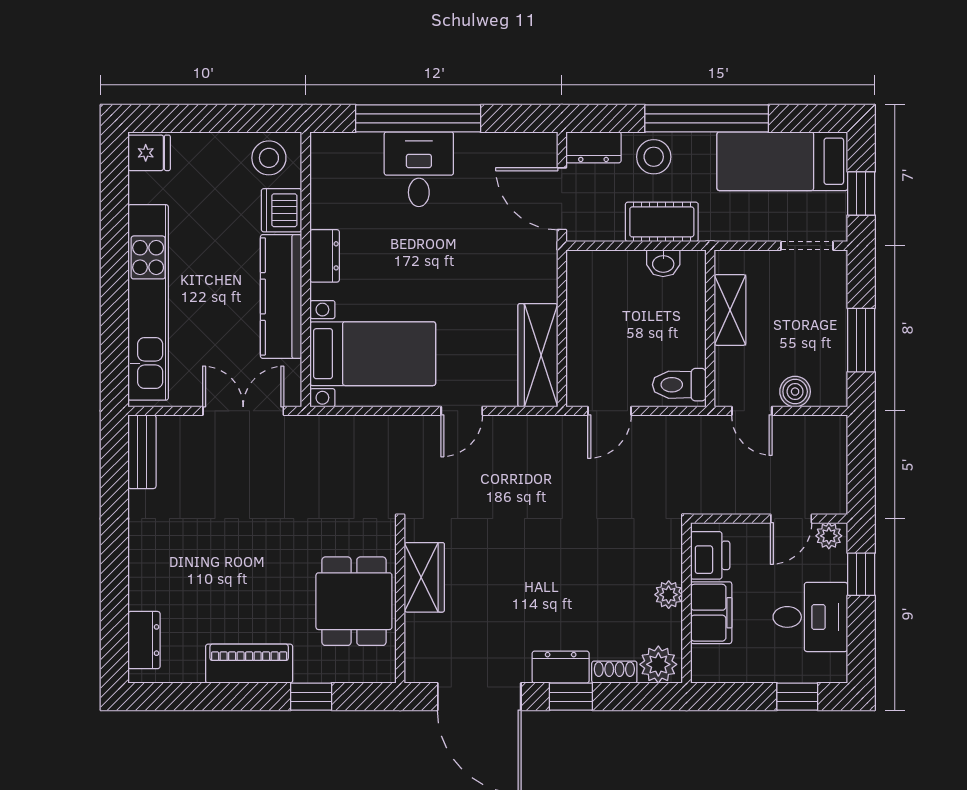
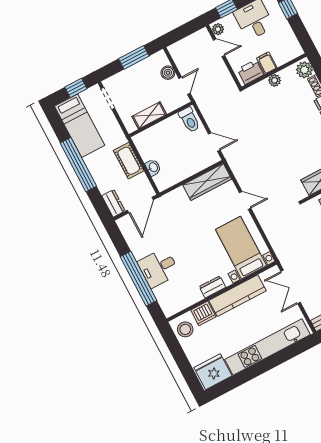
fridge: (149, 153) -> (213, 372), width x1.88, depth x1.34
stool: (654, 157) -> (105, 177), removed
washbasin: (663, 263) -> (153, 167), moved
filing cabinet: (711, 613) -> (267, 63), width x0.50

